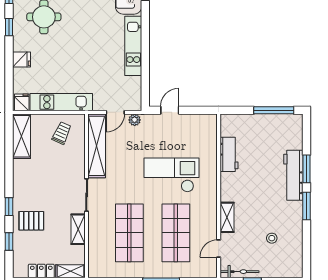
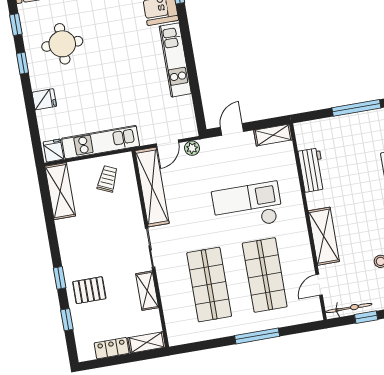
shelving: (202, 121) -> (273, 135), added
shelving: (227, 217) -> (324, 236), width x1.50, depth x1.33

